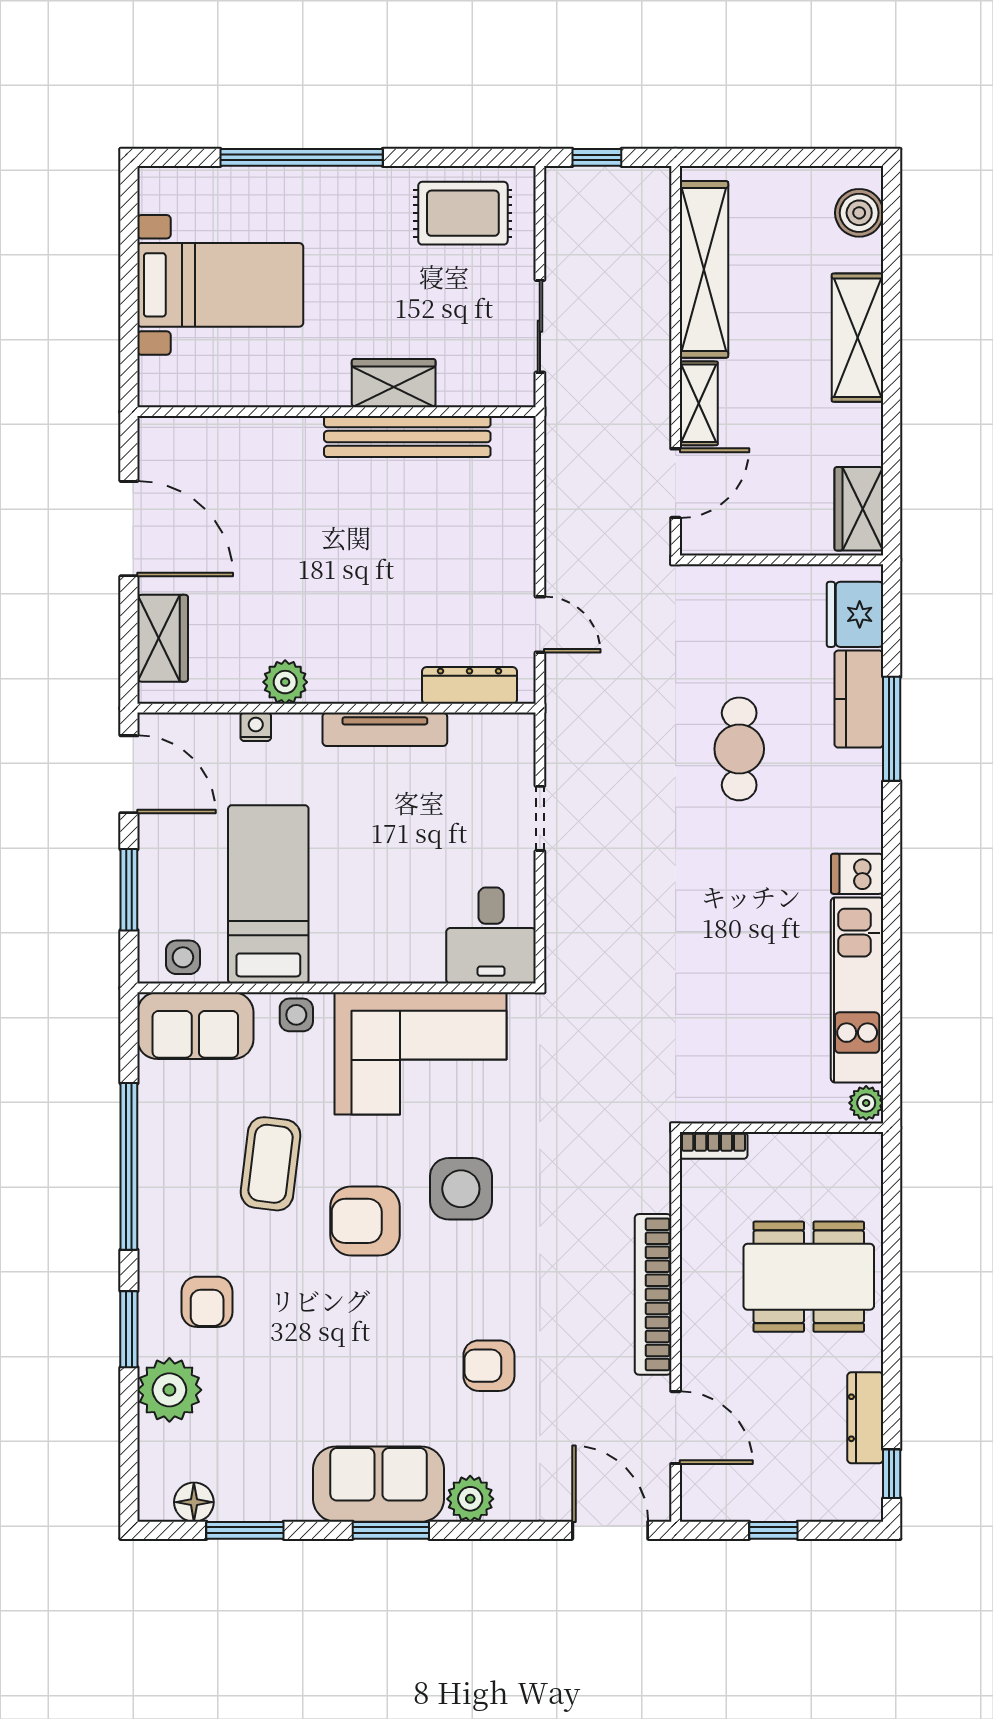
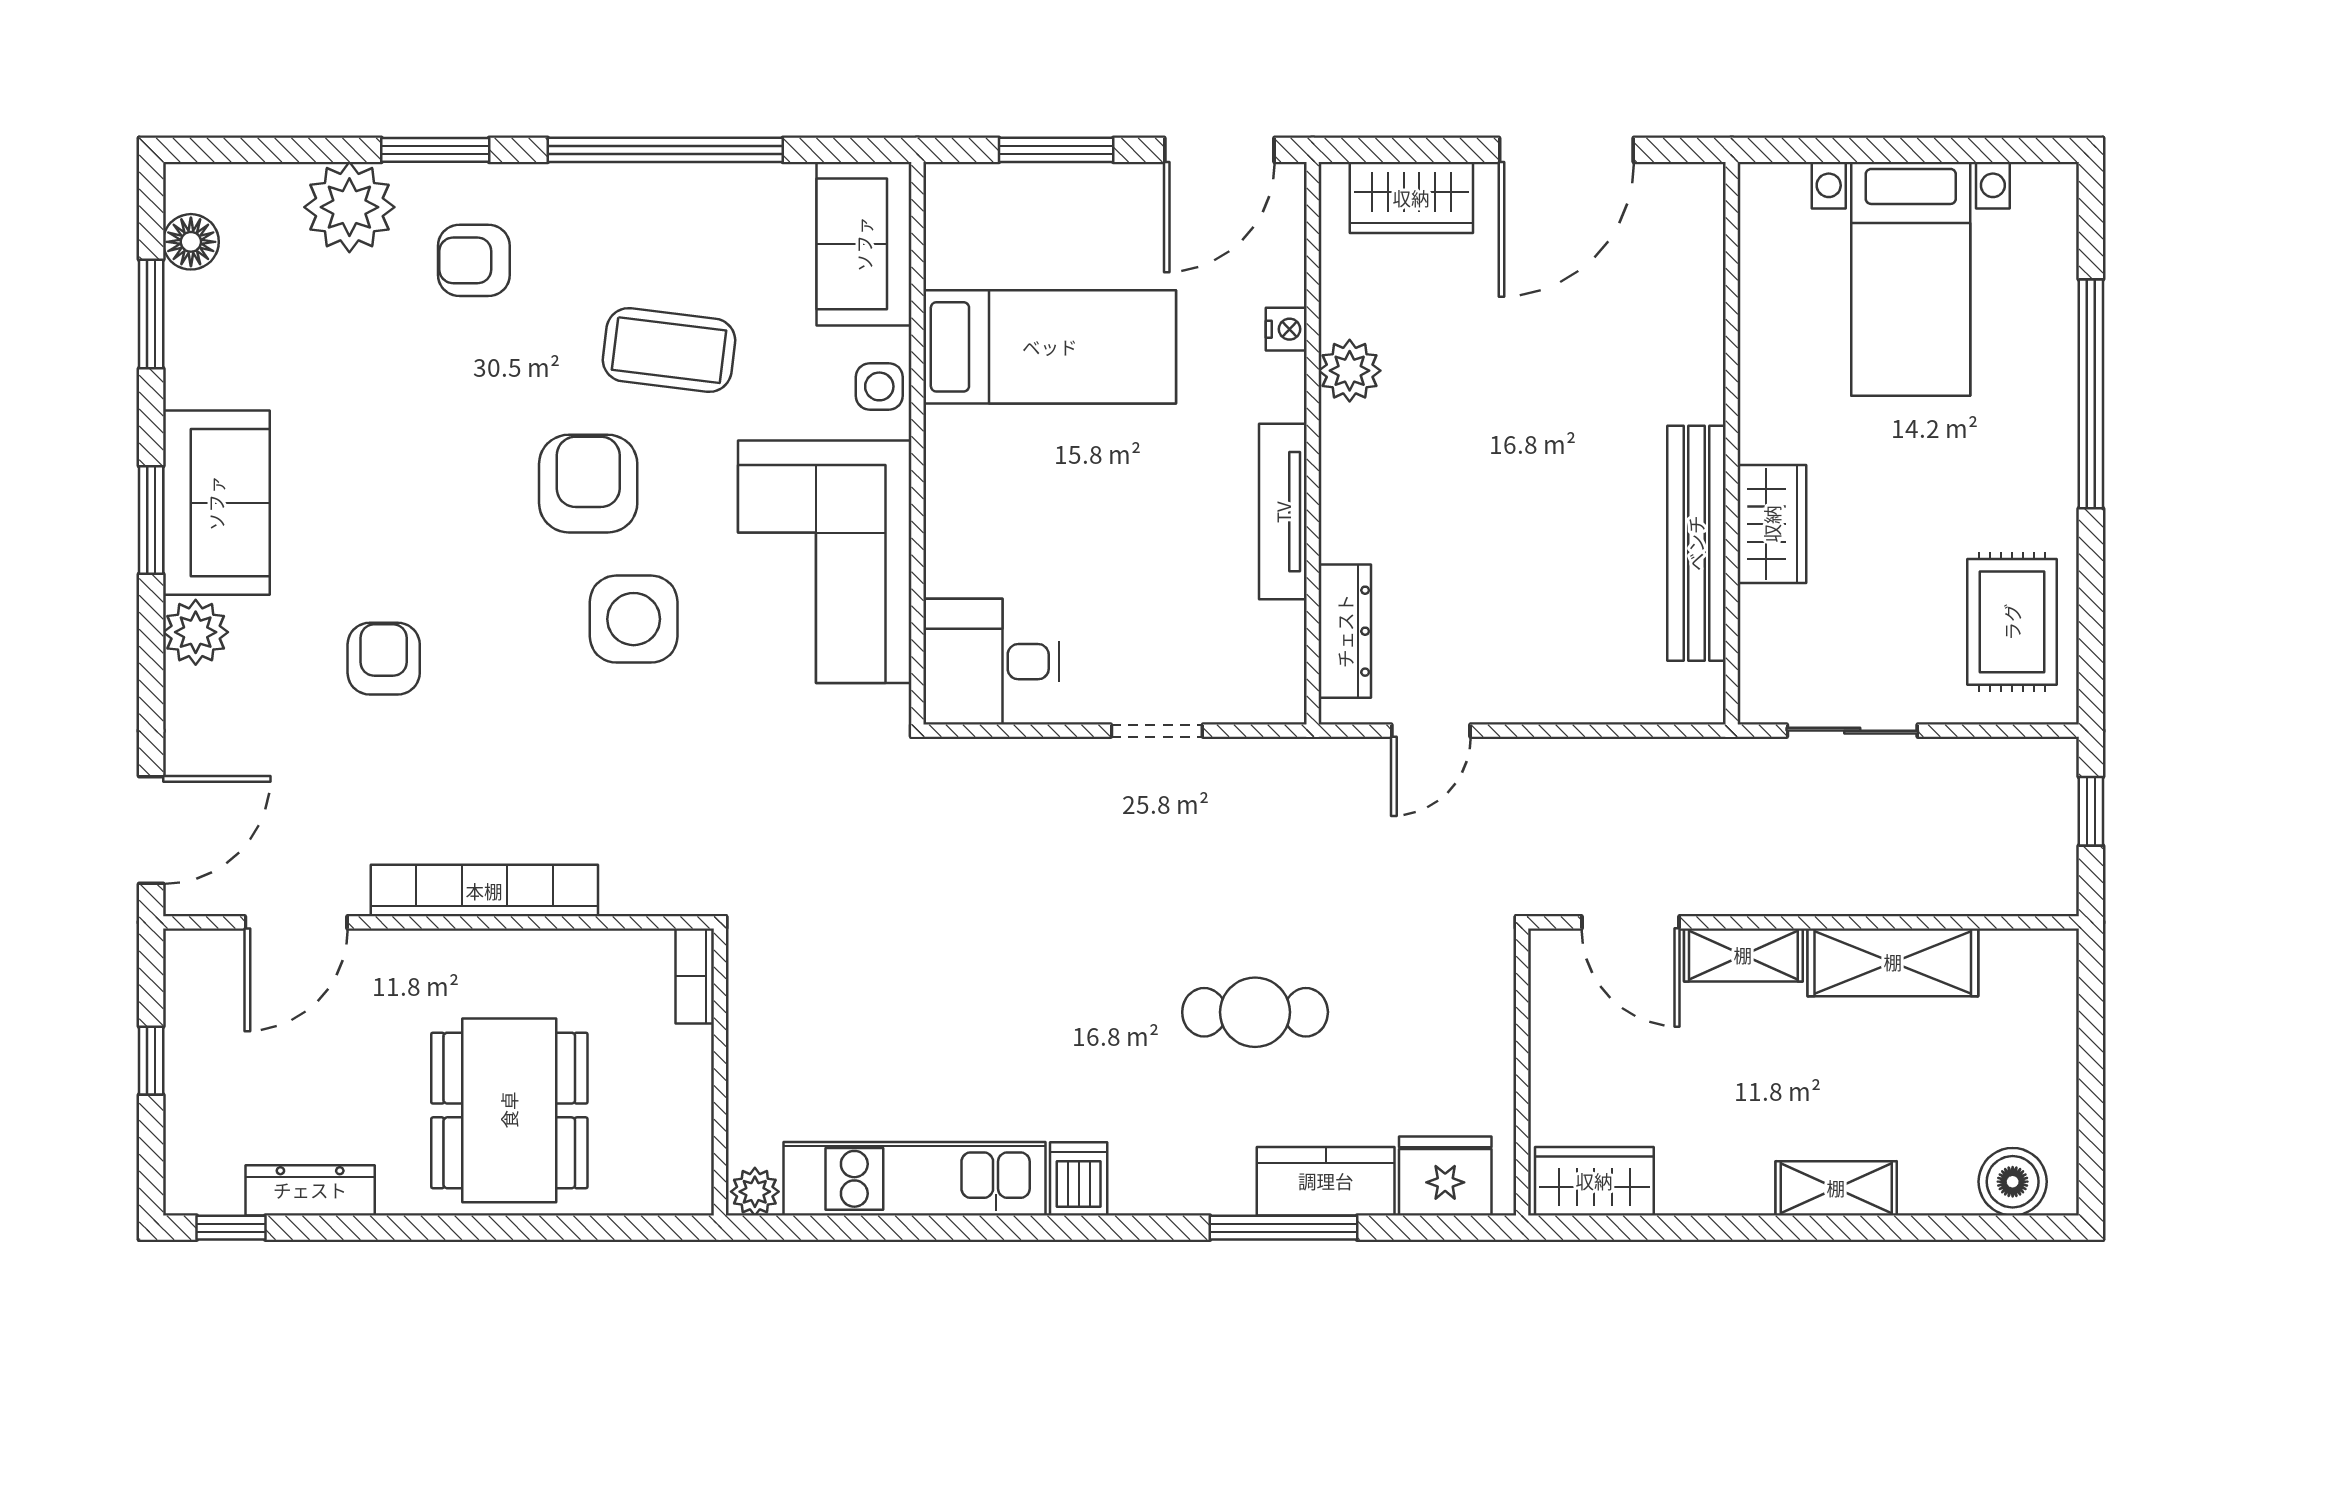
shelving: (704, 269) -> (1893, 962), width x0.68
shelving: (857, 338) -> (1836, 1188), width x0.67, depth x0.75
side table: (183, 957) -> (961, 226), removed

